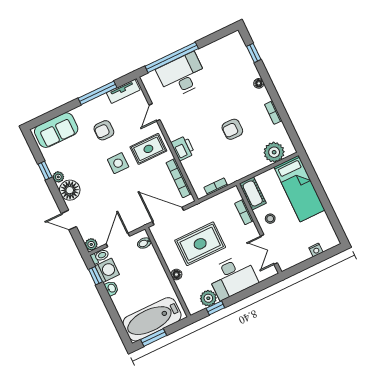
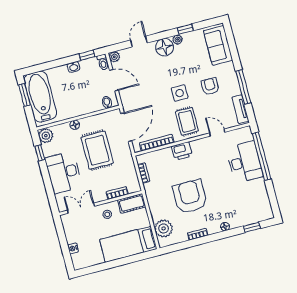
armchair: (232, 129) -> (190, 196), width x1.88, depth x1.88
washing machine: (107, 270) -> (90, 66), removed
plant: (208, 298) -> (46, 136), moved

